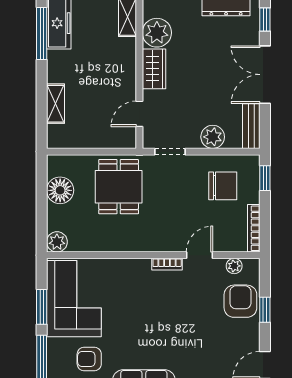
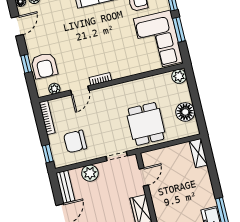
shelving: (56, 104) -> (198, 153), moved

